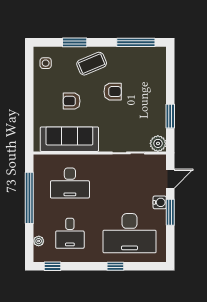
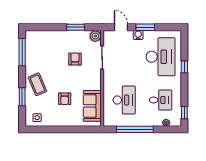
armchair: (113, 92) -> (75, 59), moved
sofa: (69, 139) -> (92, 106), width x0.73

